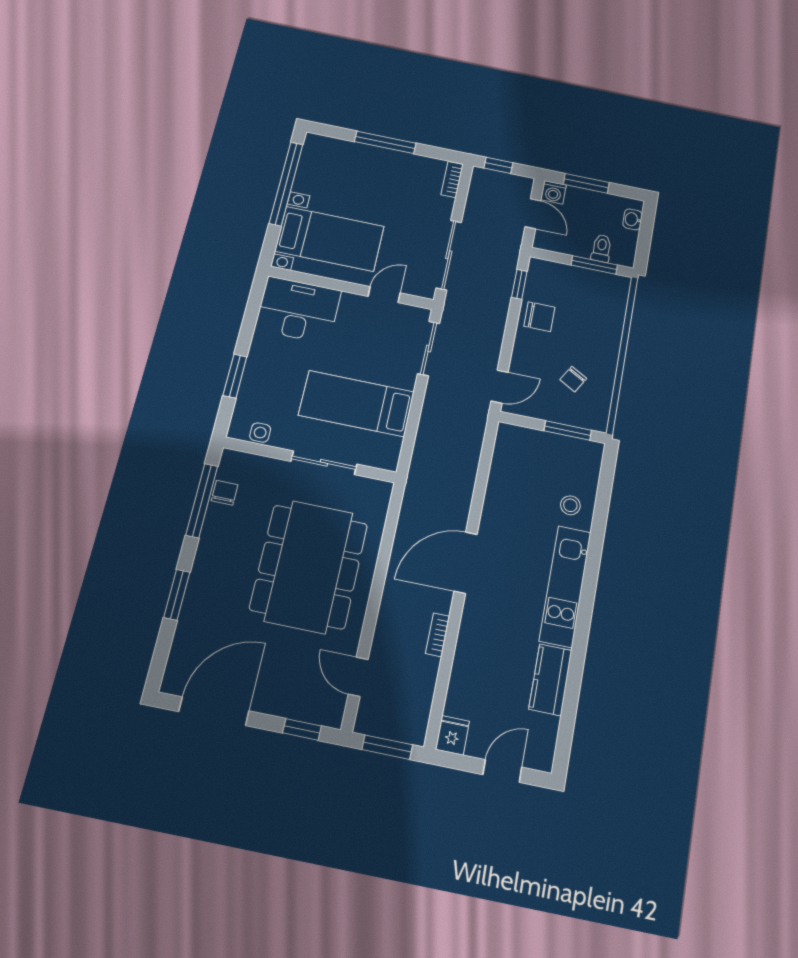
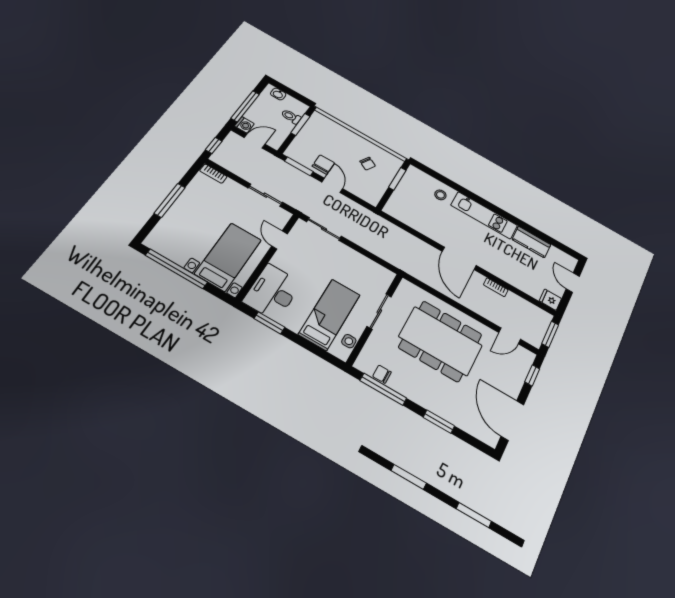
window: (586, 183) -> (245, 106), width x1.44
sliding door: (449, 255) -> (265, 195), width x0.73
window: (519, 284) -> (299, 166), width x1.50
window: (235, 376) -> (269, 323), moved
door: (500, 387) -> (332, 185), moved
bed: (356, 404) -> (329, 314), moved, turned 180

